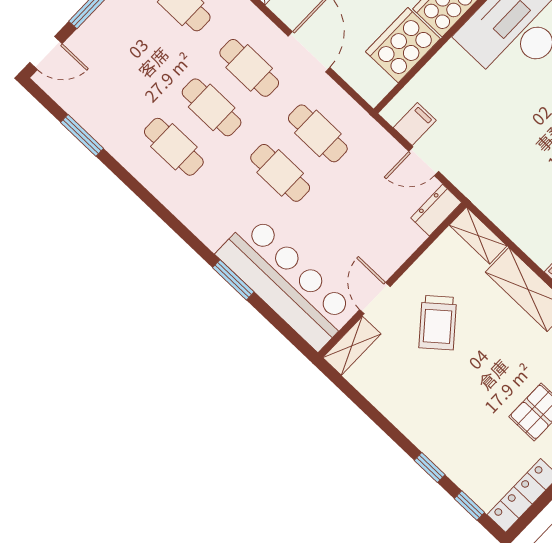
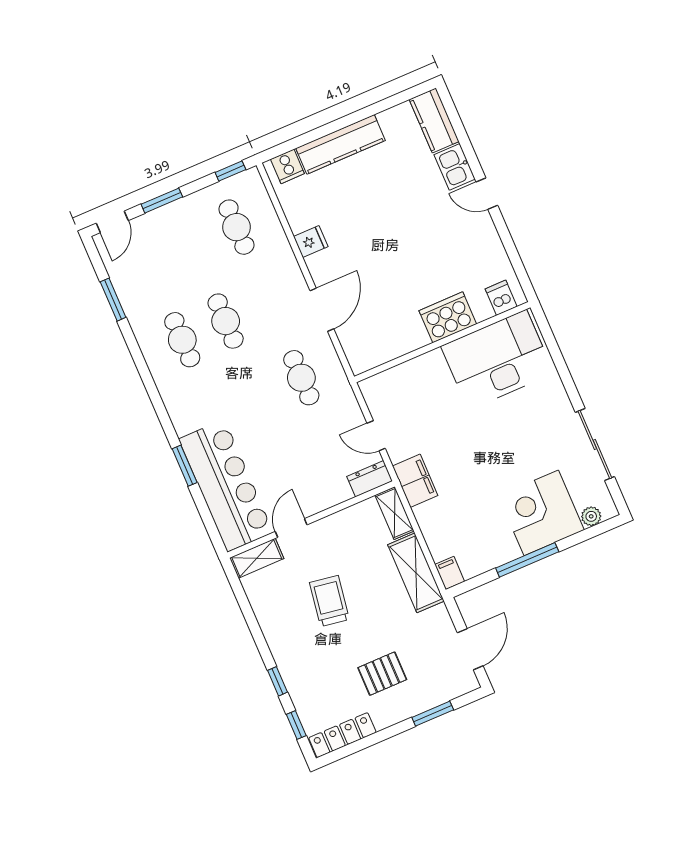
cooker: (403, 45) -> (399, 336), removed
door: (46, 53) -> (112, 222), hinge flipped
cafe table: (249, 68) -> (269, 302), removed
filing cabinet: (415, 124) -> (415, 481), moved, width x2.00
cafe table: (280, 173) -> (258, 396), removed
trolley: (438, 323) -> (329, 601), moved, turned 139

